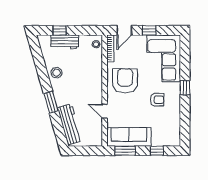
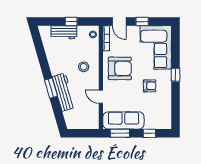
window: (60, 30) -> (71, 21), moved
door: (124, 30) -> (119, 21), hinge flipped
stool: (57, 73) -> (84, 67), moved
armchair: (125, 81) -> (120, 68), turned 90
workbench: (70, 124) -> (64, 92), moved

